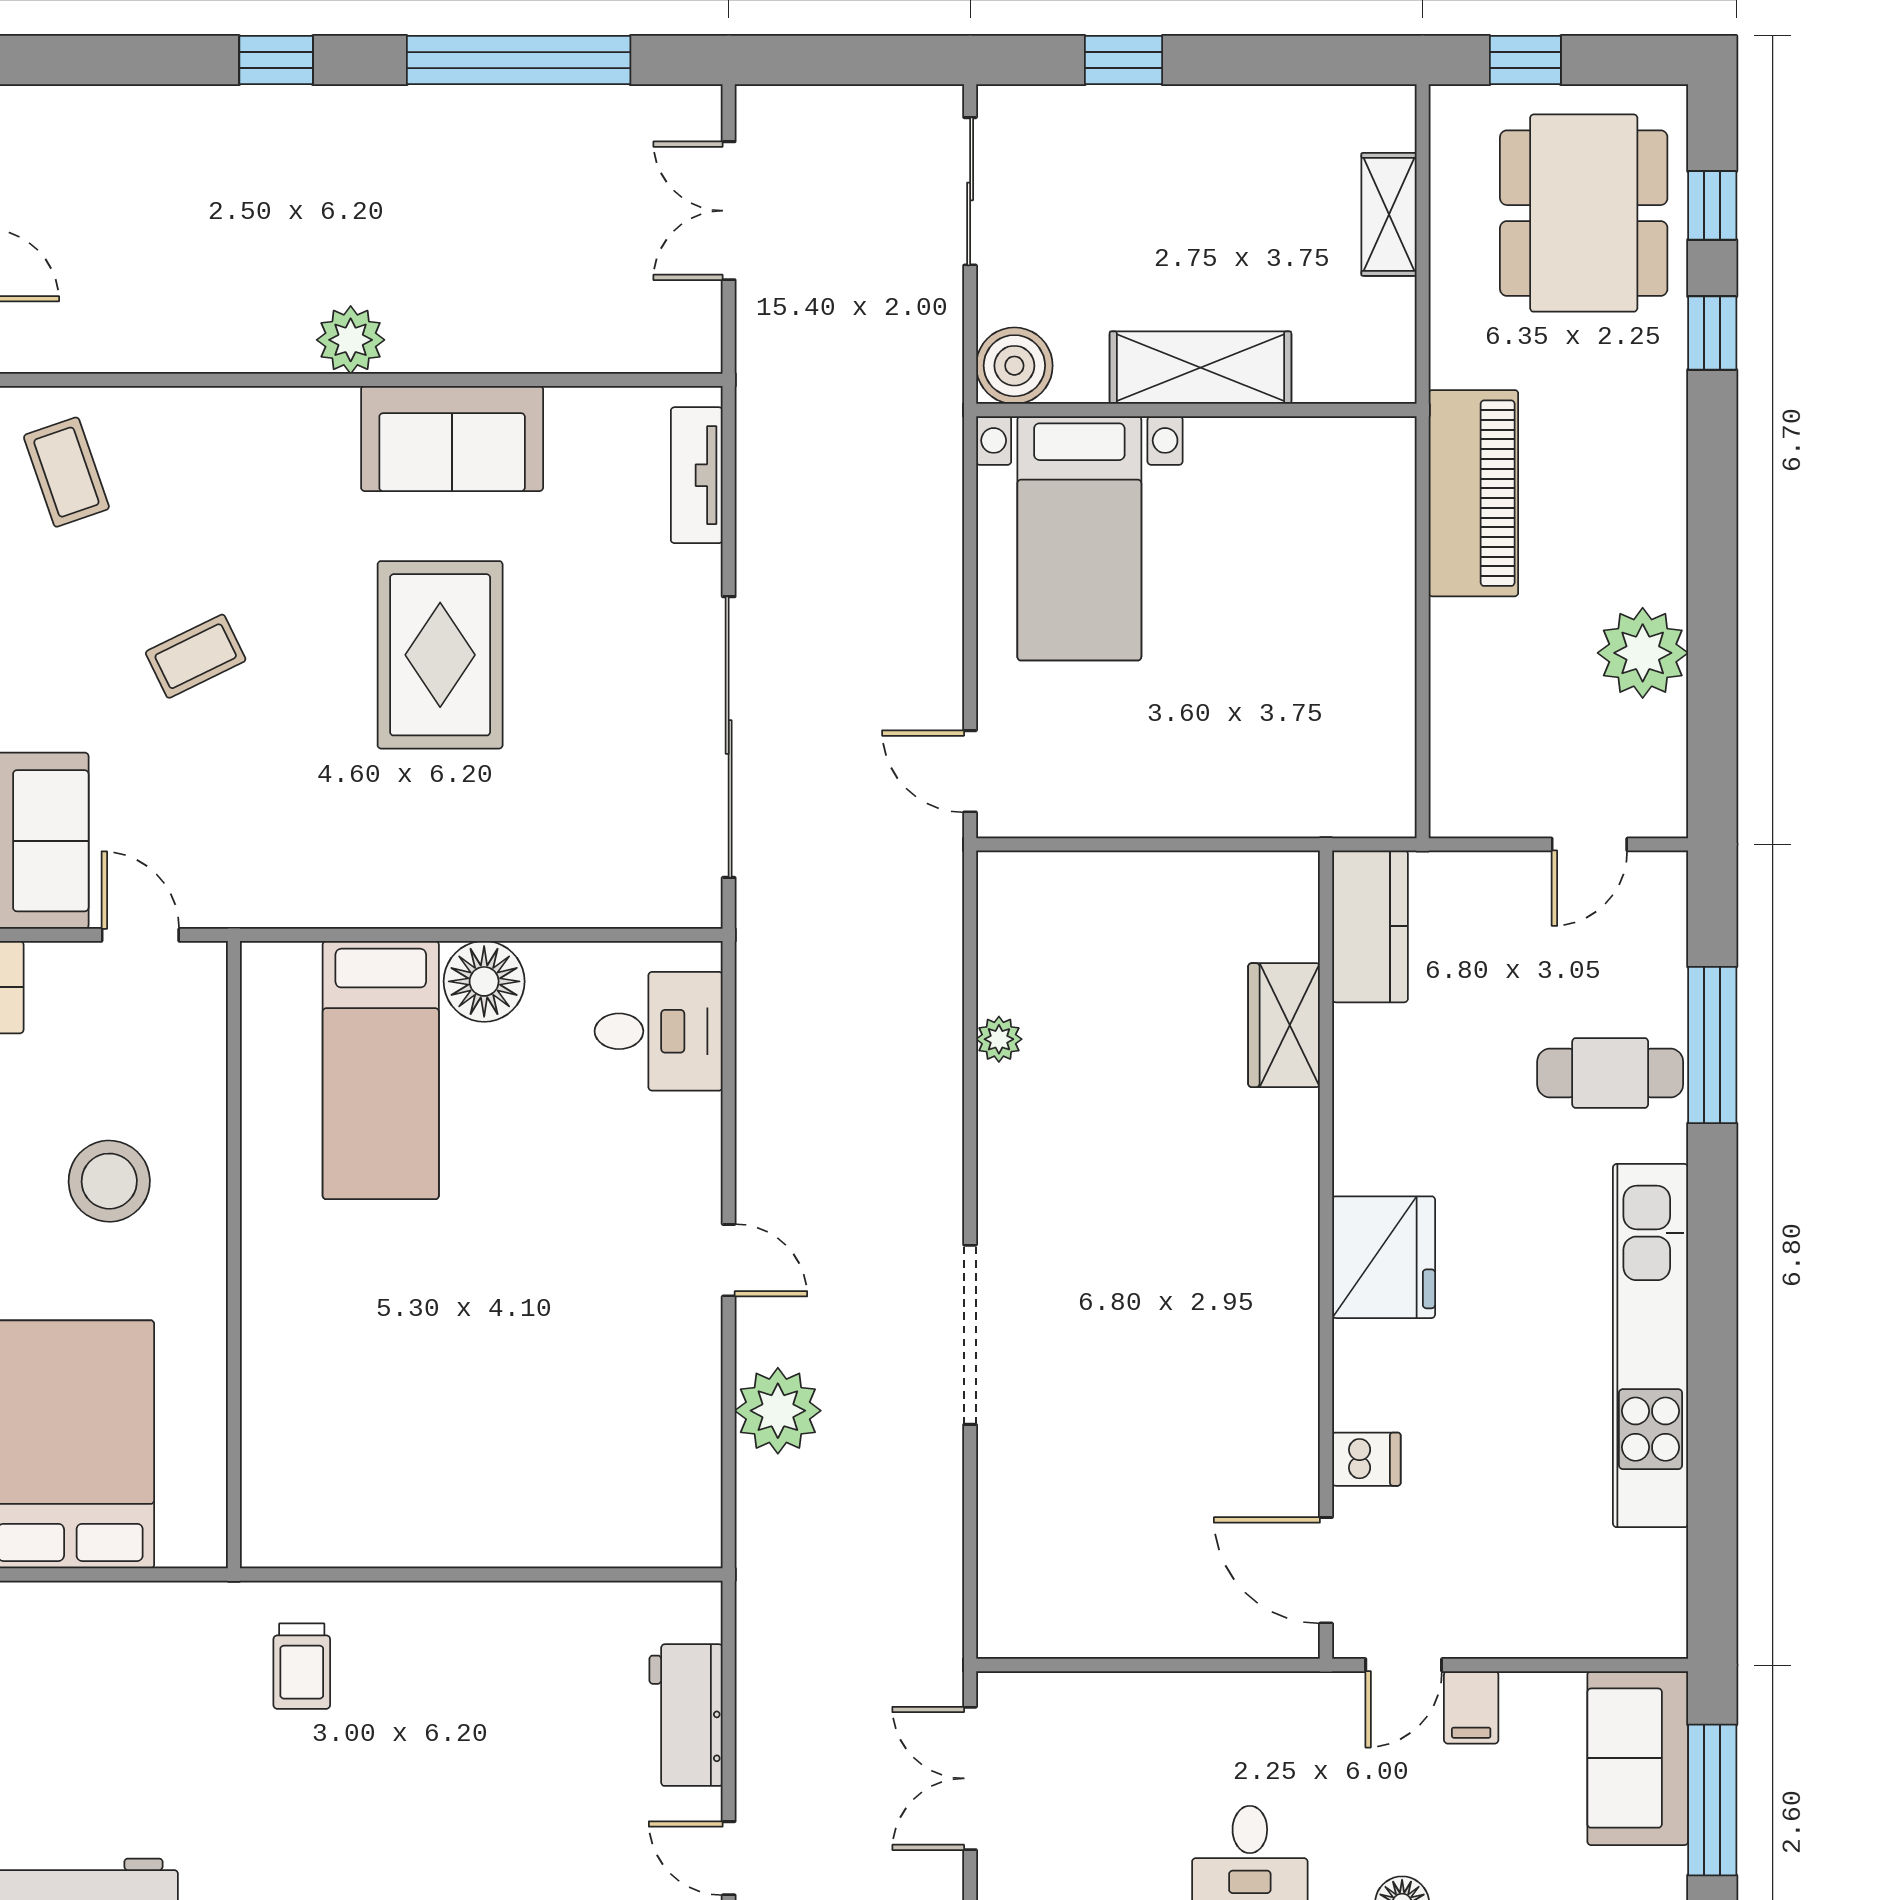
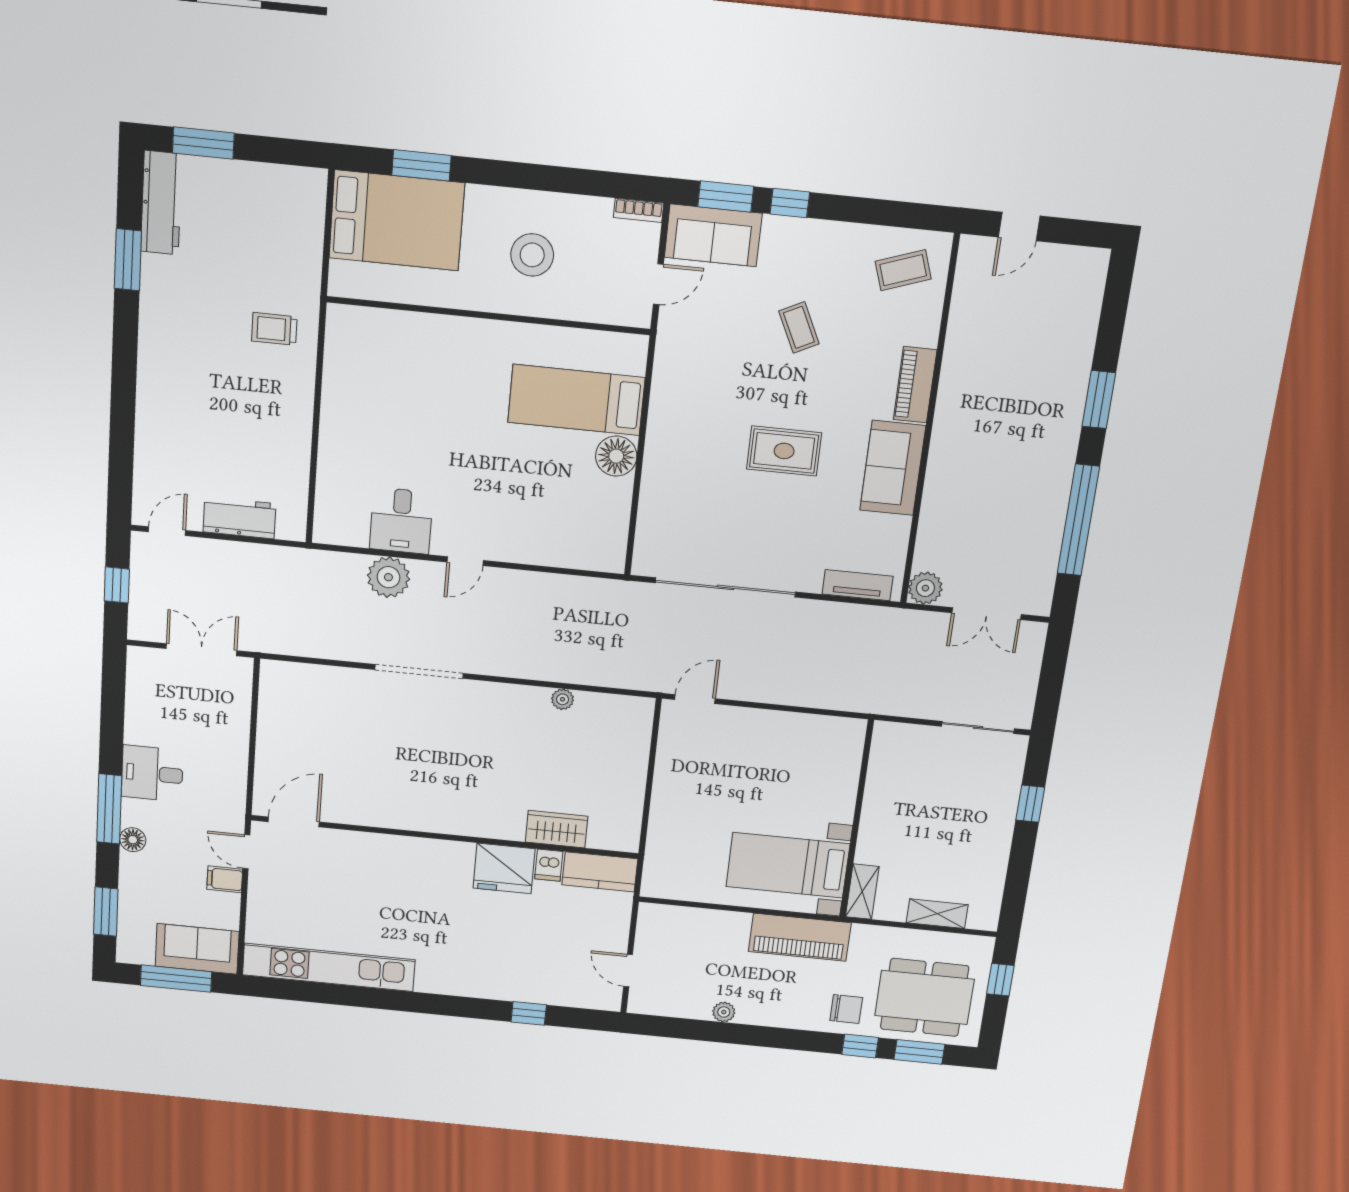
window: (276, 60) -> (1099, 400), width x1.50
window: (1712, 205) -> (919, 1052), width x1.50
double door: (729, 211) -> (987, 614), swing flipped
plant: (351, 340) -> (925, 588), moved
boiler: (1014, 366) -> (890, 739), removed
shelving: (1200, 368) -> (862, 892), moved, width x0.67, depth x0.75
chair: (1629, 374) -> (846, 1009), added
piano: (284, 418) -> (915, 385), added
bed with nightstands: (1079, 538) -> (788, 865), moved
plant: (1643, 653) -> (724, 1012), width x0.53, depth x0.53
rug: (440, 655) -> (784, 451), width x0.73, depth x0.70
desk: (659, 1031) -> (401, 521), moved
window: (1712, 1045) -> (529, 1013), width x0.46
cafe table: (1610, 1073) -> (520, 969), removed
fridge: (1384, 1257) -> (504, 868), moved
kitchen unit: (1651, 1346) -> (329, 967), moved
dishwasher: (1366, 1459) -> (549, 865), moved

